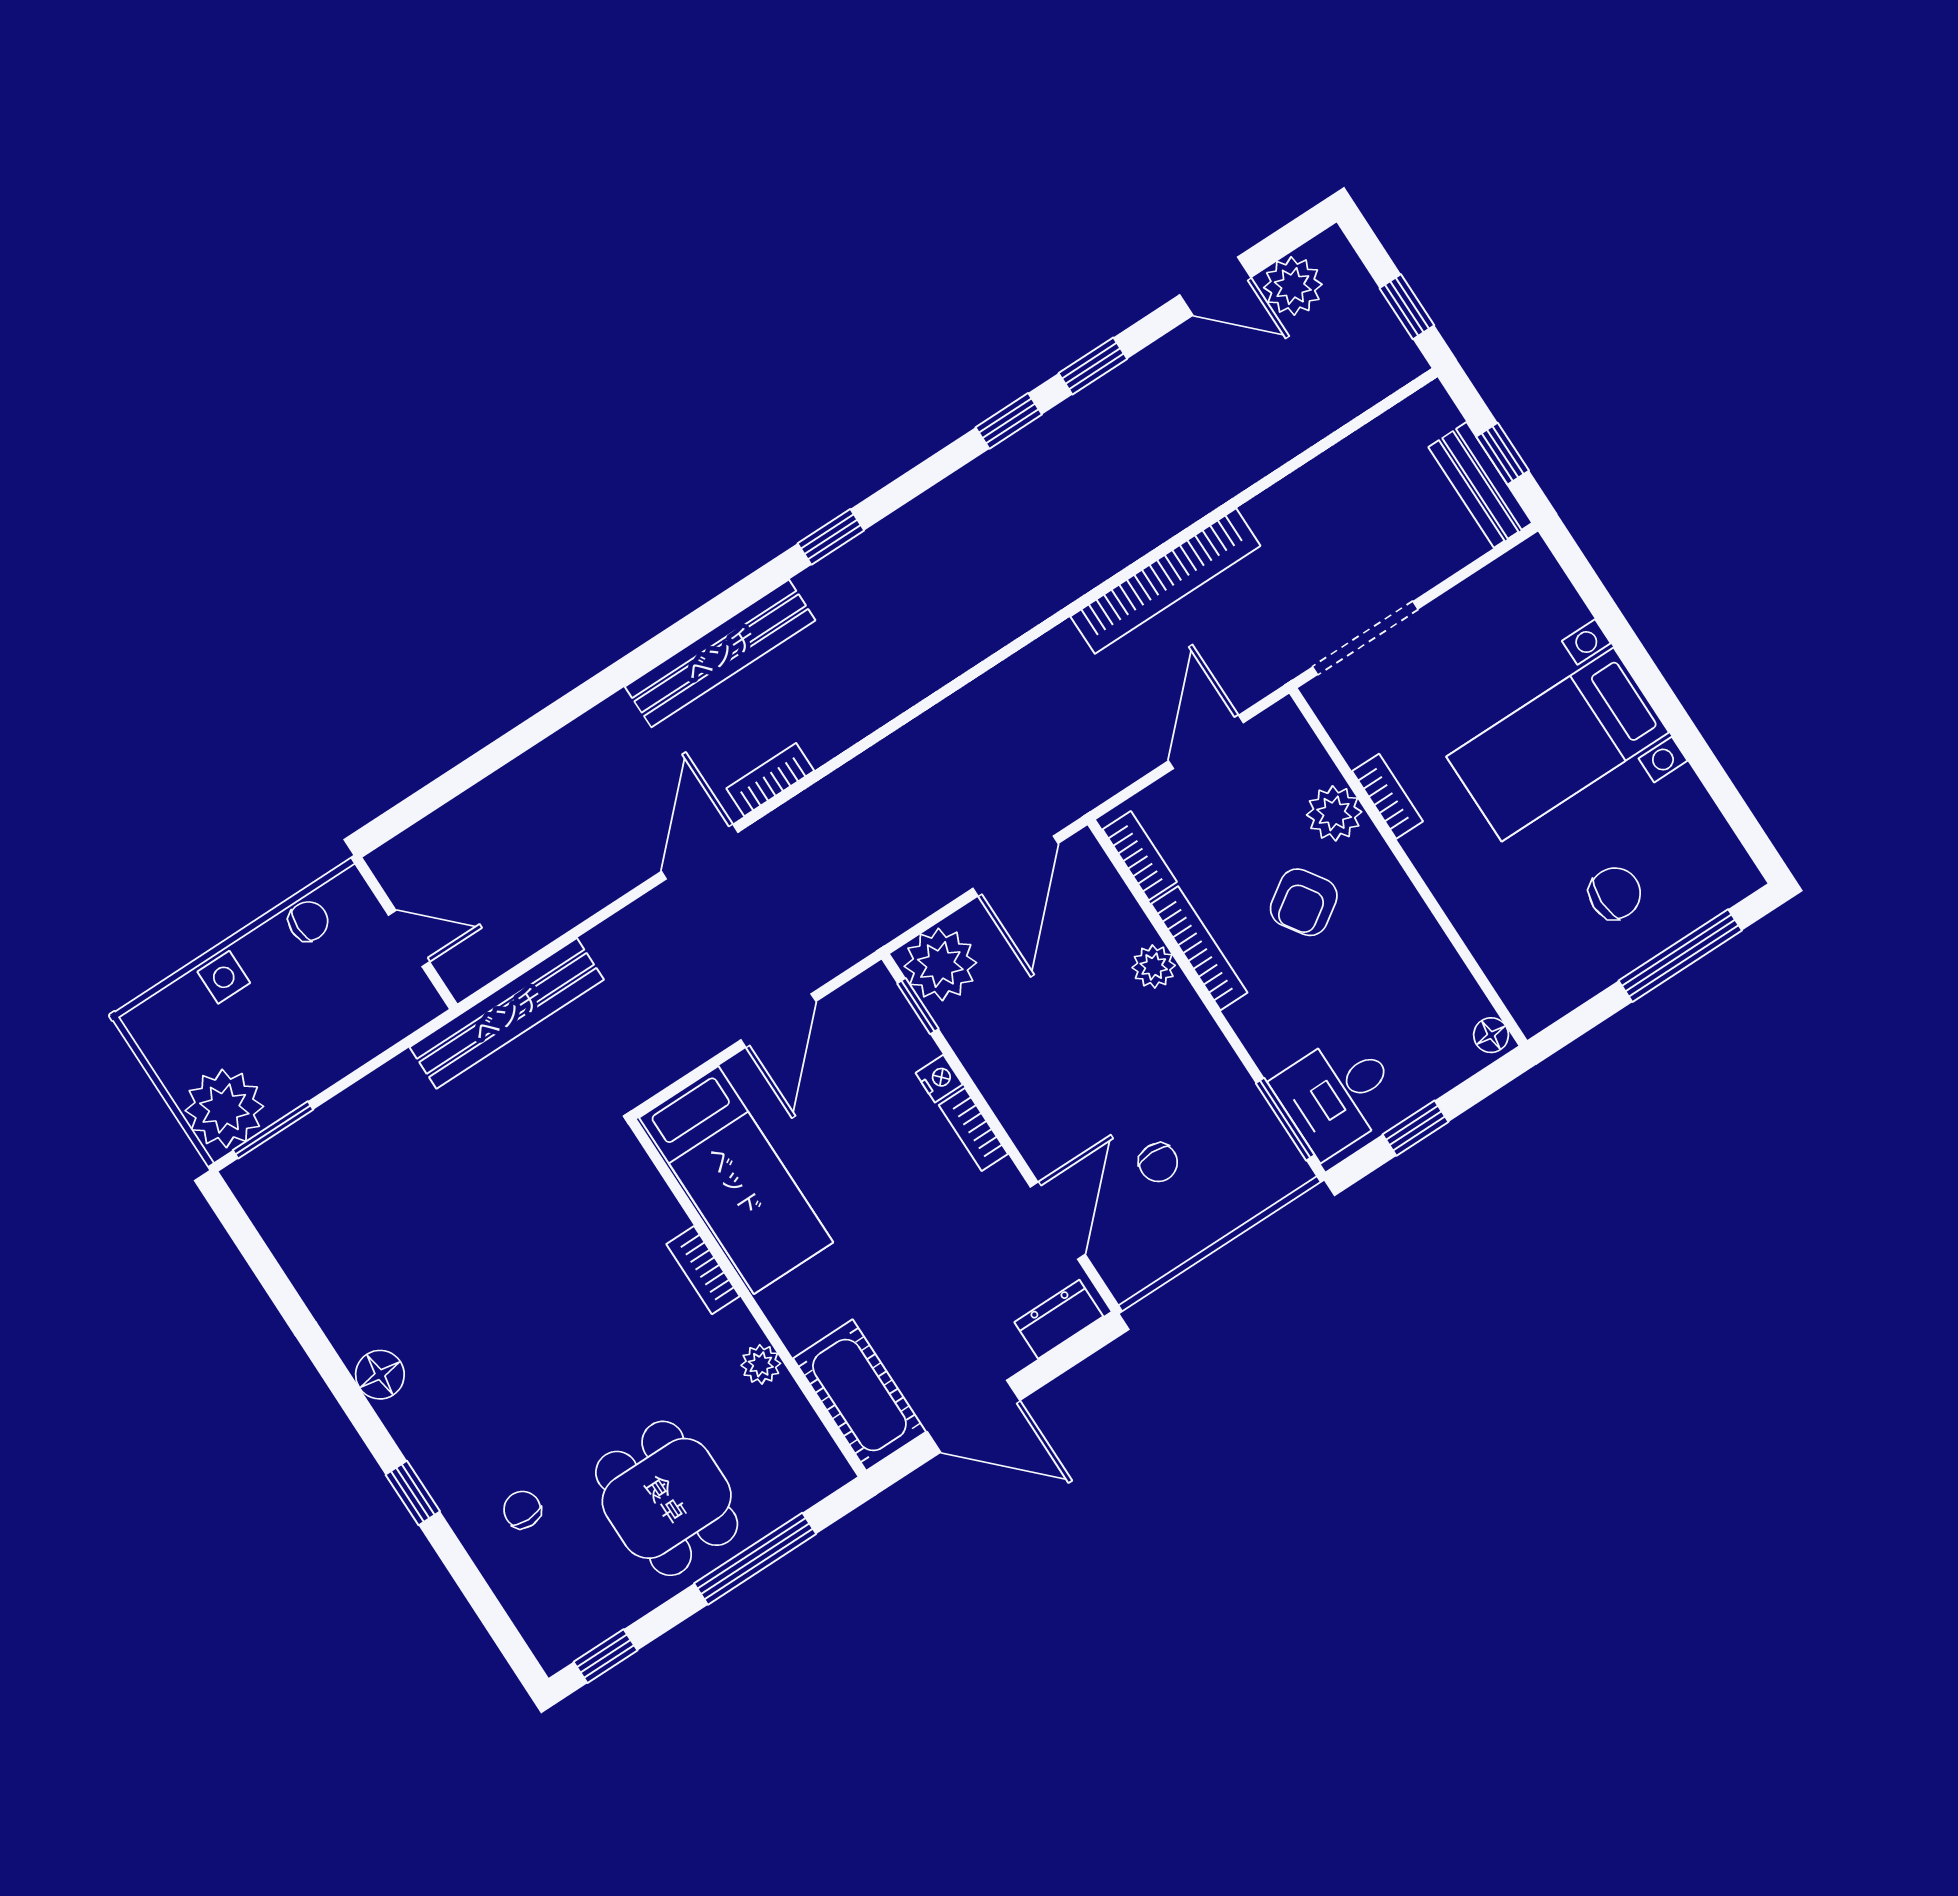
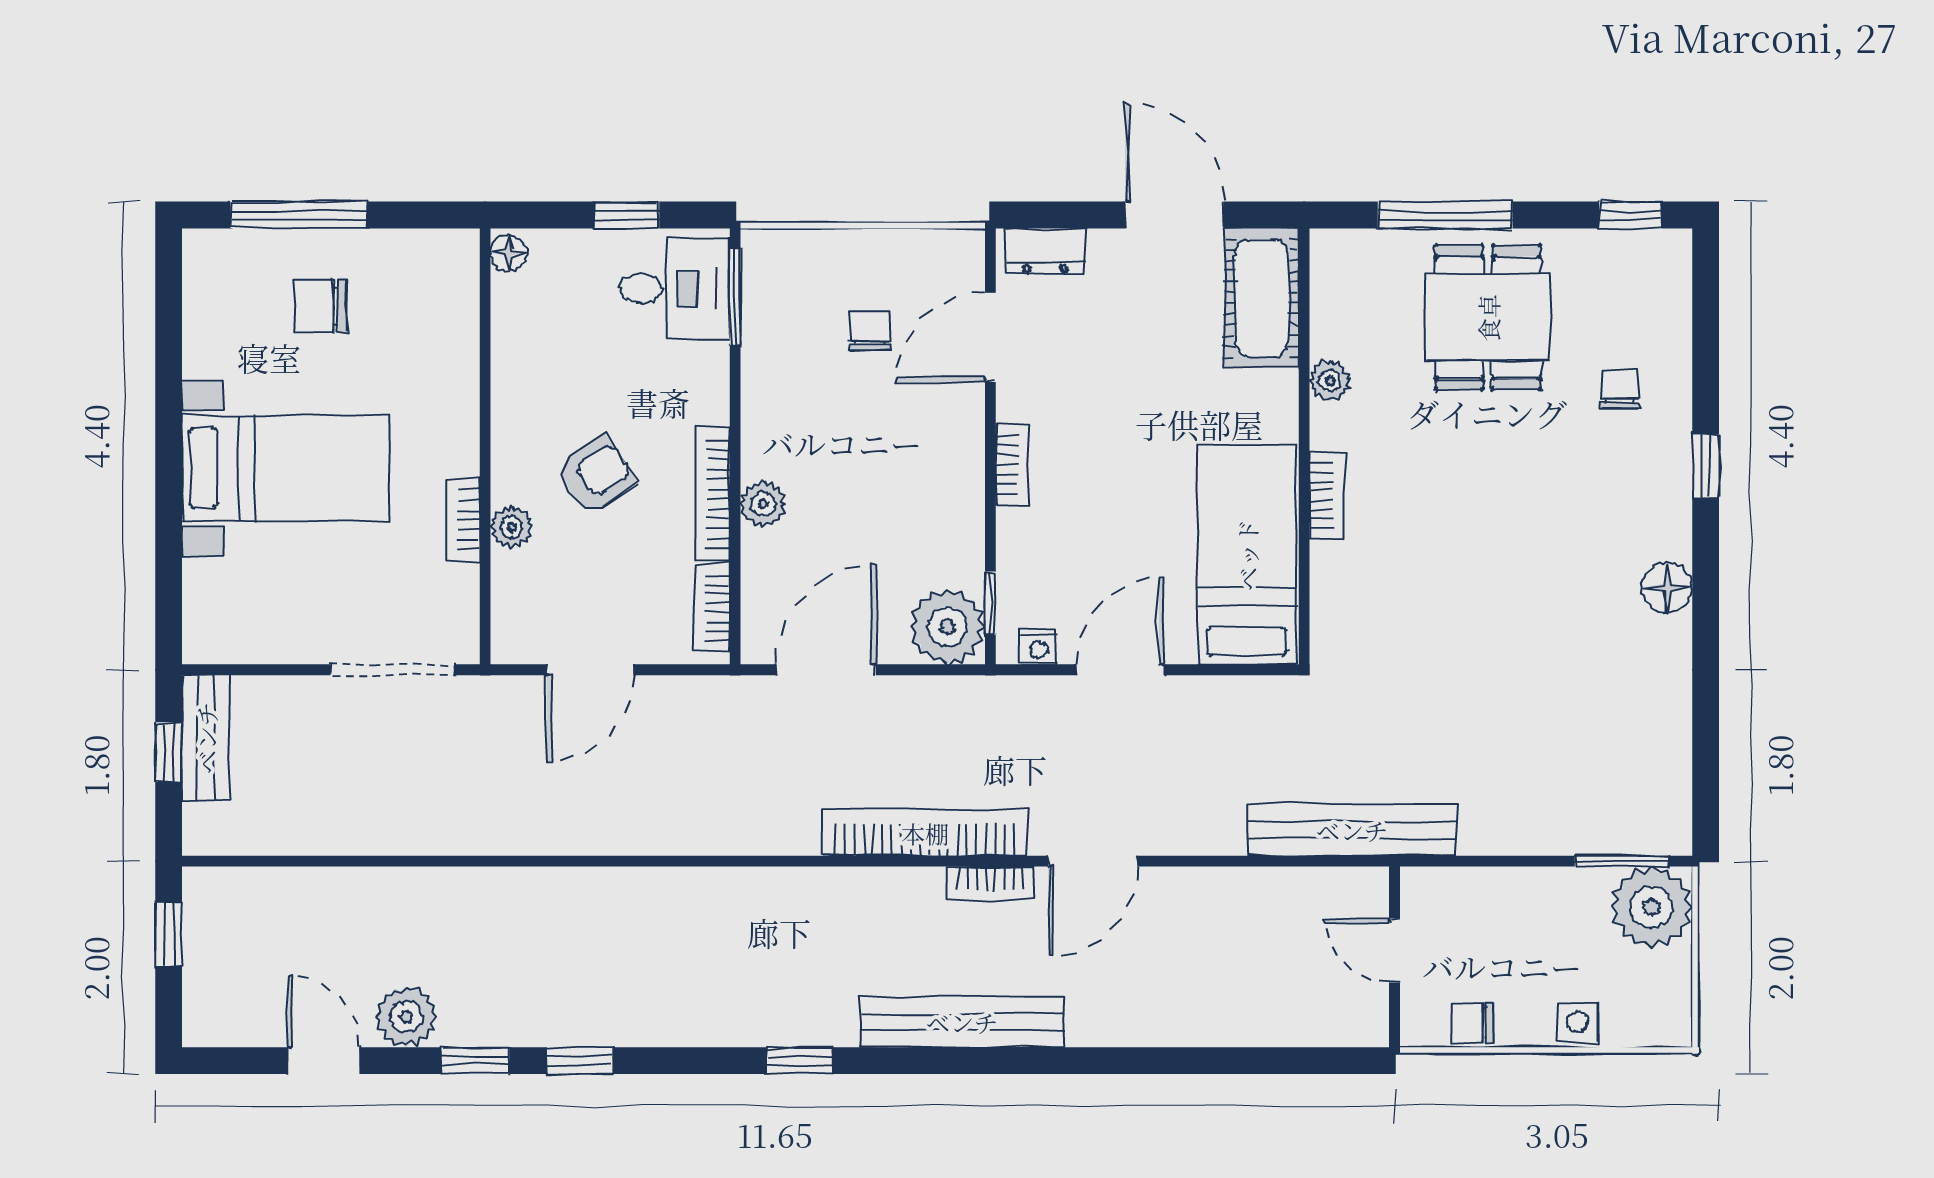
plant: (1293, 286) -> (406, 1017), moved
bookcase: (1165, 581) -> (925, 833), moved
plant: (1334, 813) -> (511, 527), width x0.73, depth x0.73
nightstand: (939, 1079) -> (1039, 647), moved, turned -90
chair: (522, 1510) -> (1620, 389), turned 180

